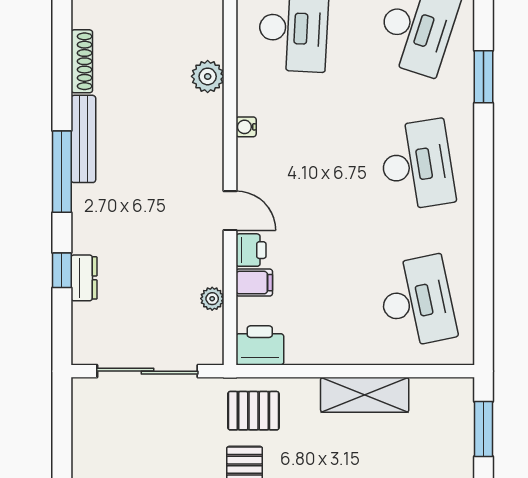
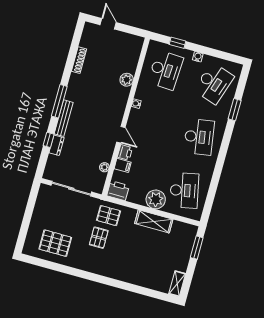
bench: (83, 139) -> (64, 118), moved
plant: (355, 342) -> (156, 199), added

